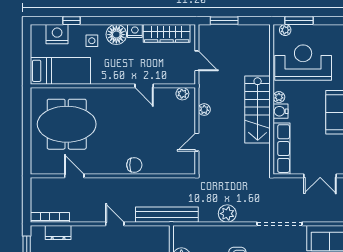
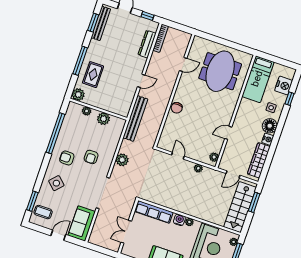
stairs: (258, 109) -> (240, 207), moved, turned -90
dresser: (58, 233) -> (147, 44), width x1.44

